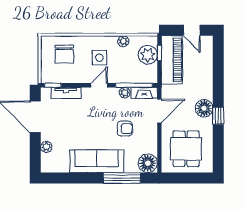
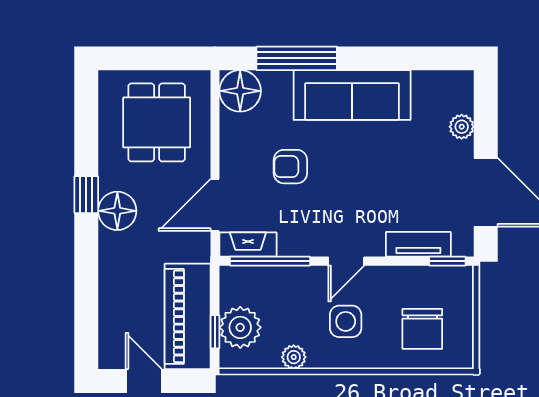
chair: (64, 54) -> (422, 329), turned 180
plant: (125, 93) -> (291, 245), removed

